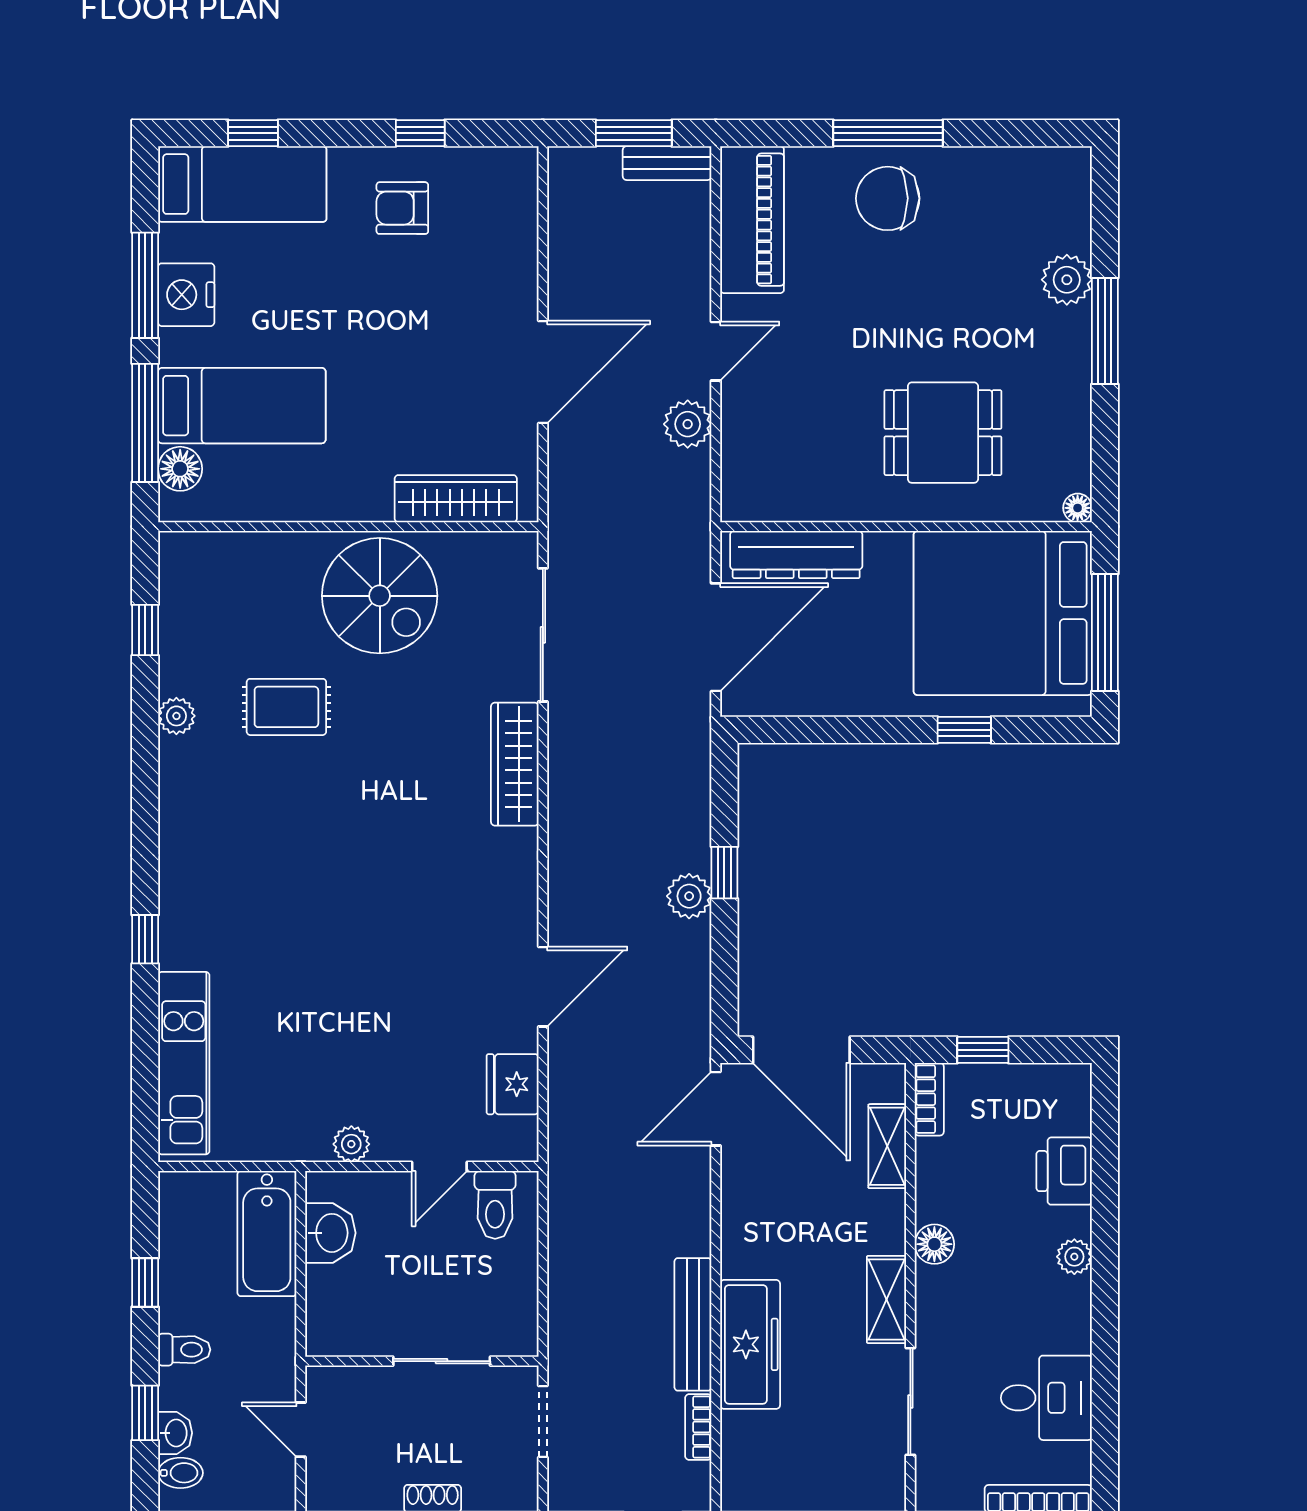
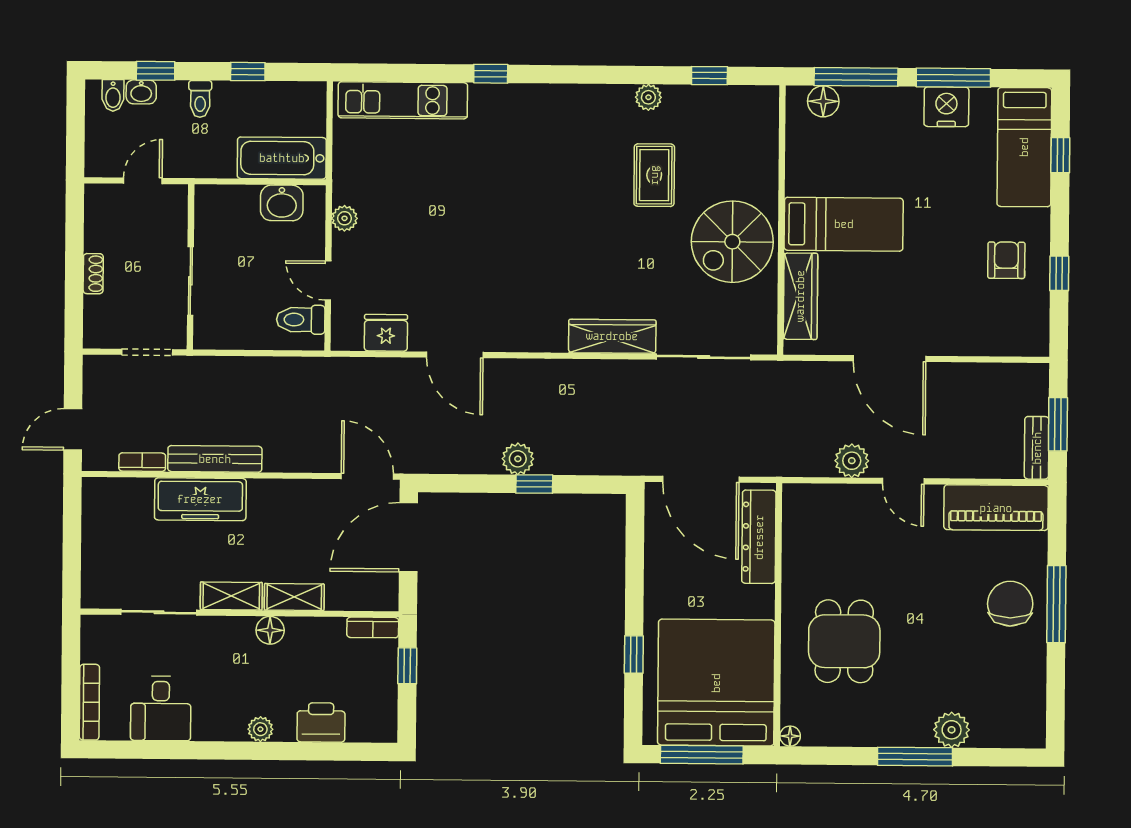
bed: (242, 406) -> (844, 224), moved, turned -90
shelving: (887, 1146) -> (294, 597), moved

